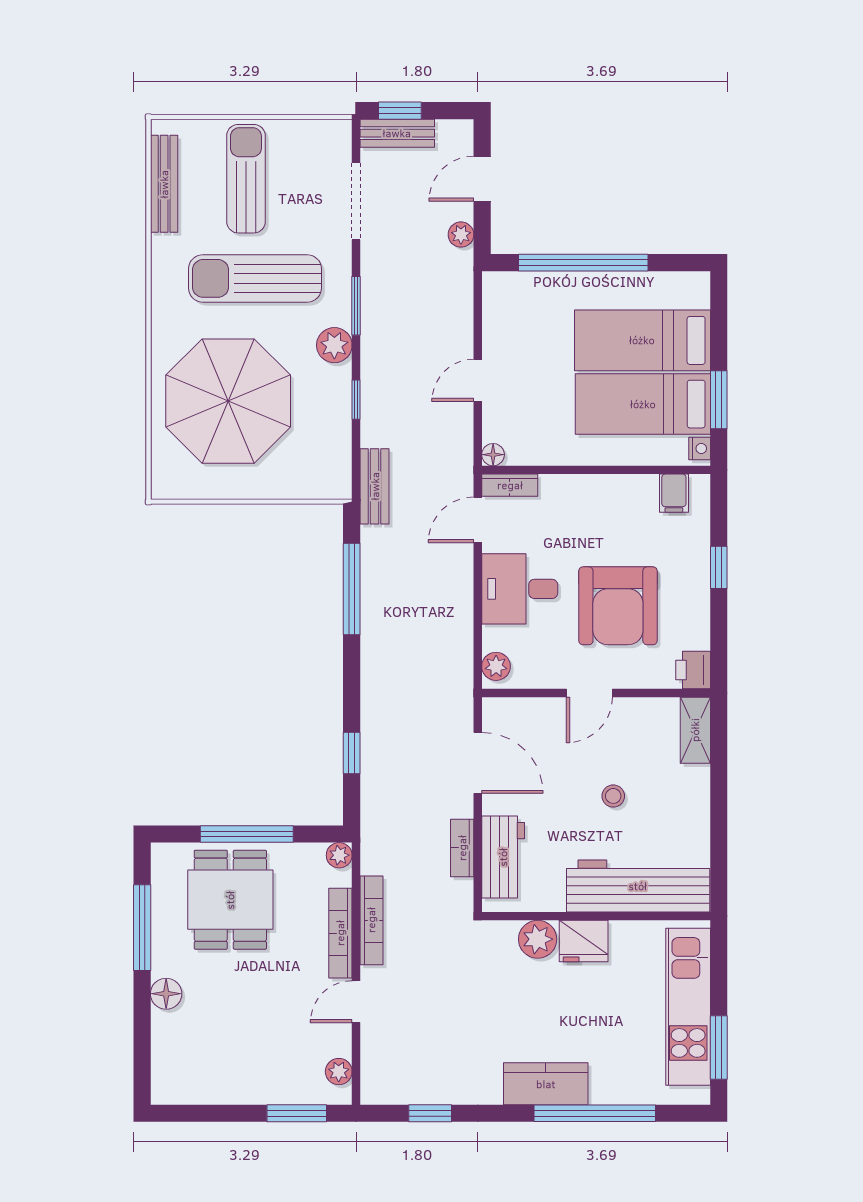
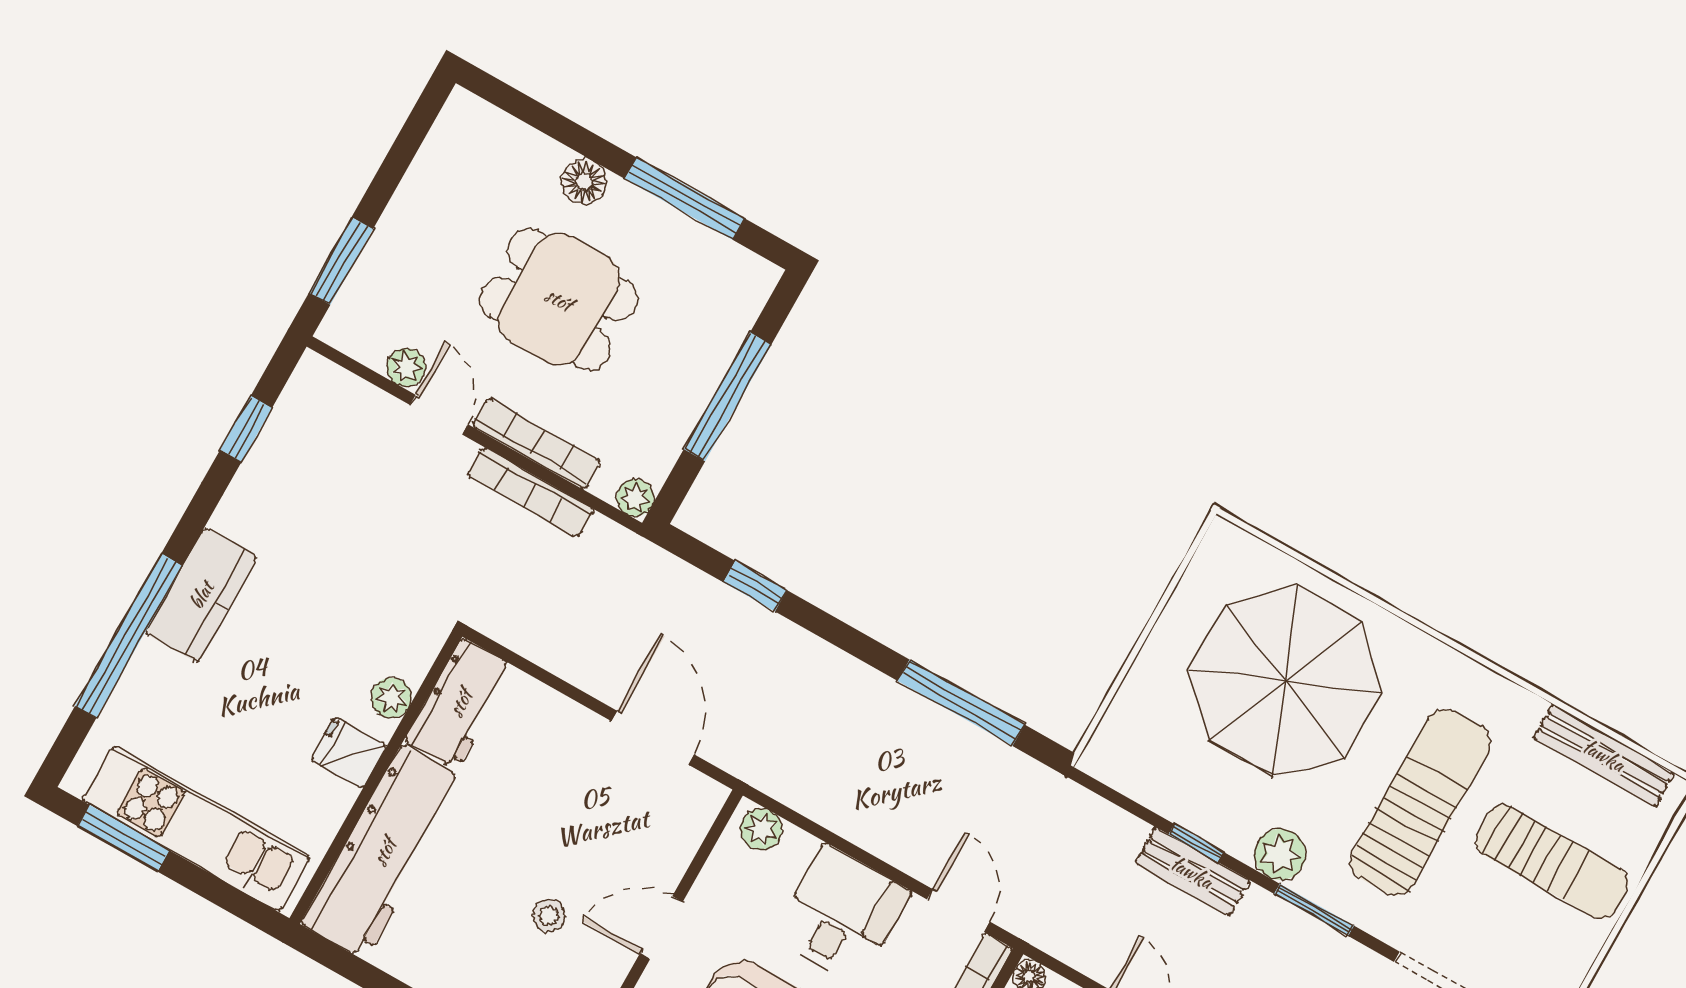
bench: (375, 486) -> (1192, 872), moved
door: (589, 693) -> (661, 928), hinge flipped
door: (478, 763) -> (653, 738), swing flipped
stool: (613, 796) -> (549, 916), moved
bookcase: (462, 848) -> (557, 658), removed
workbench: (503, 857) -> (460, 703), moved, turned -90
dining table: (230, 900) -> (559, 299), moved
plant: (538, 939) -> (391, 698), width x0.73, depth x0.73
fridge: (584, 941) -> (349, 753), width x0.72
plant: (339, 1072) -> (406, 367), moved

